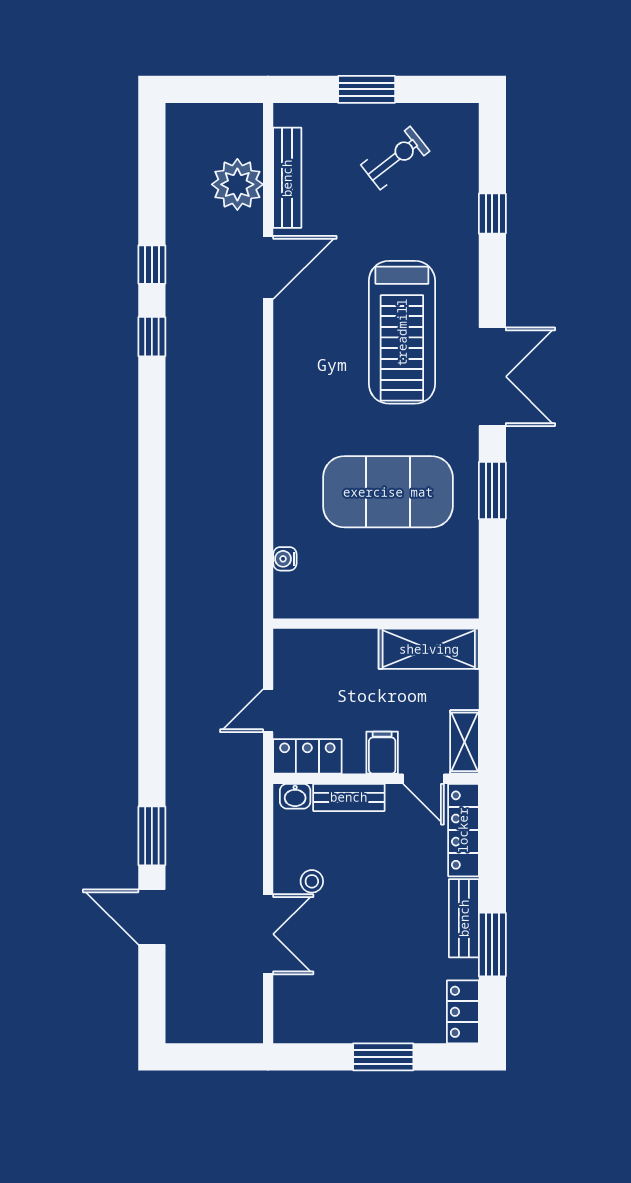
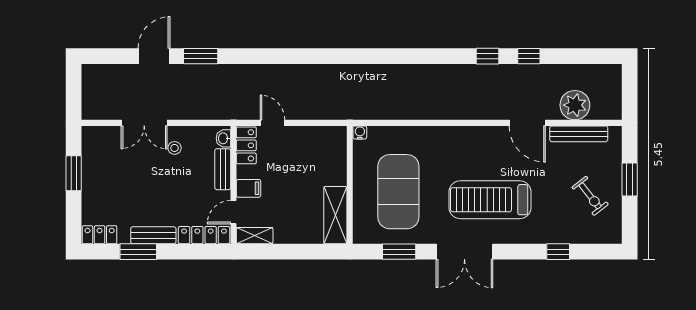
wall: (376, 624) -> (350, 185), moved
shelving: (429, 649) -> (335, 215), moved
window: (383, 1057) -> (74, 173), moved

